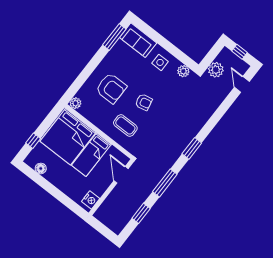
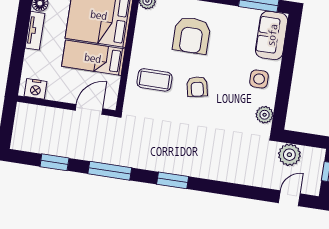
coffee table: (125, 126) -> (155, 80), turned 90
tv unit: (55, 181) -> (35, 31), added

